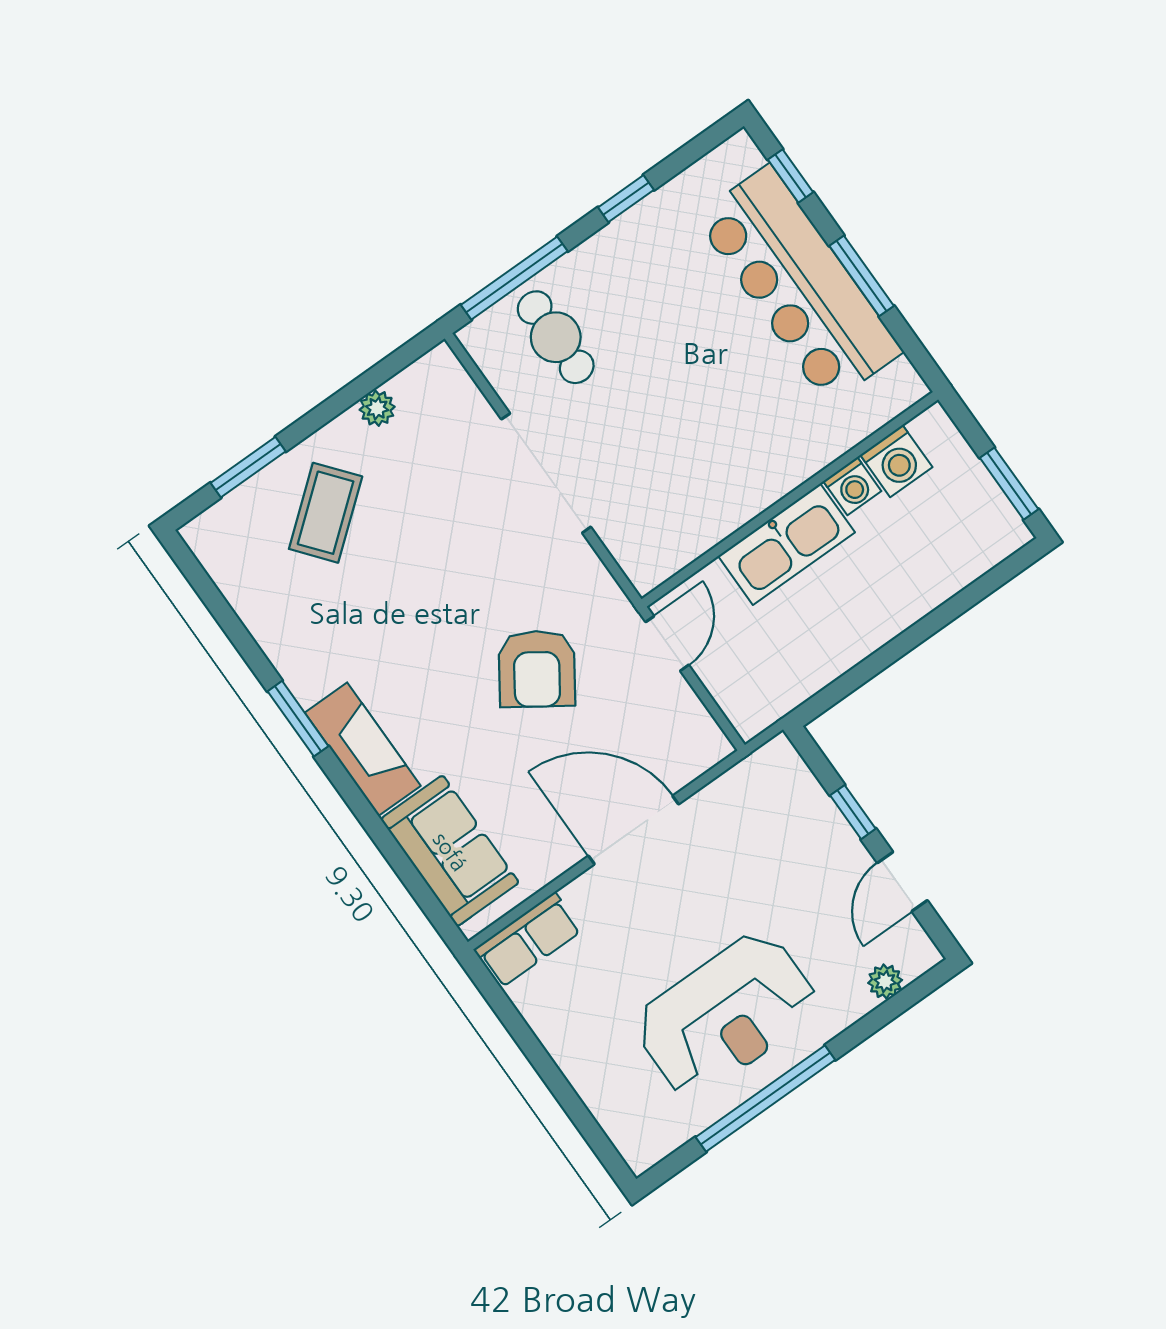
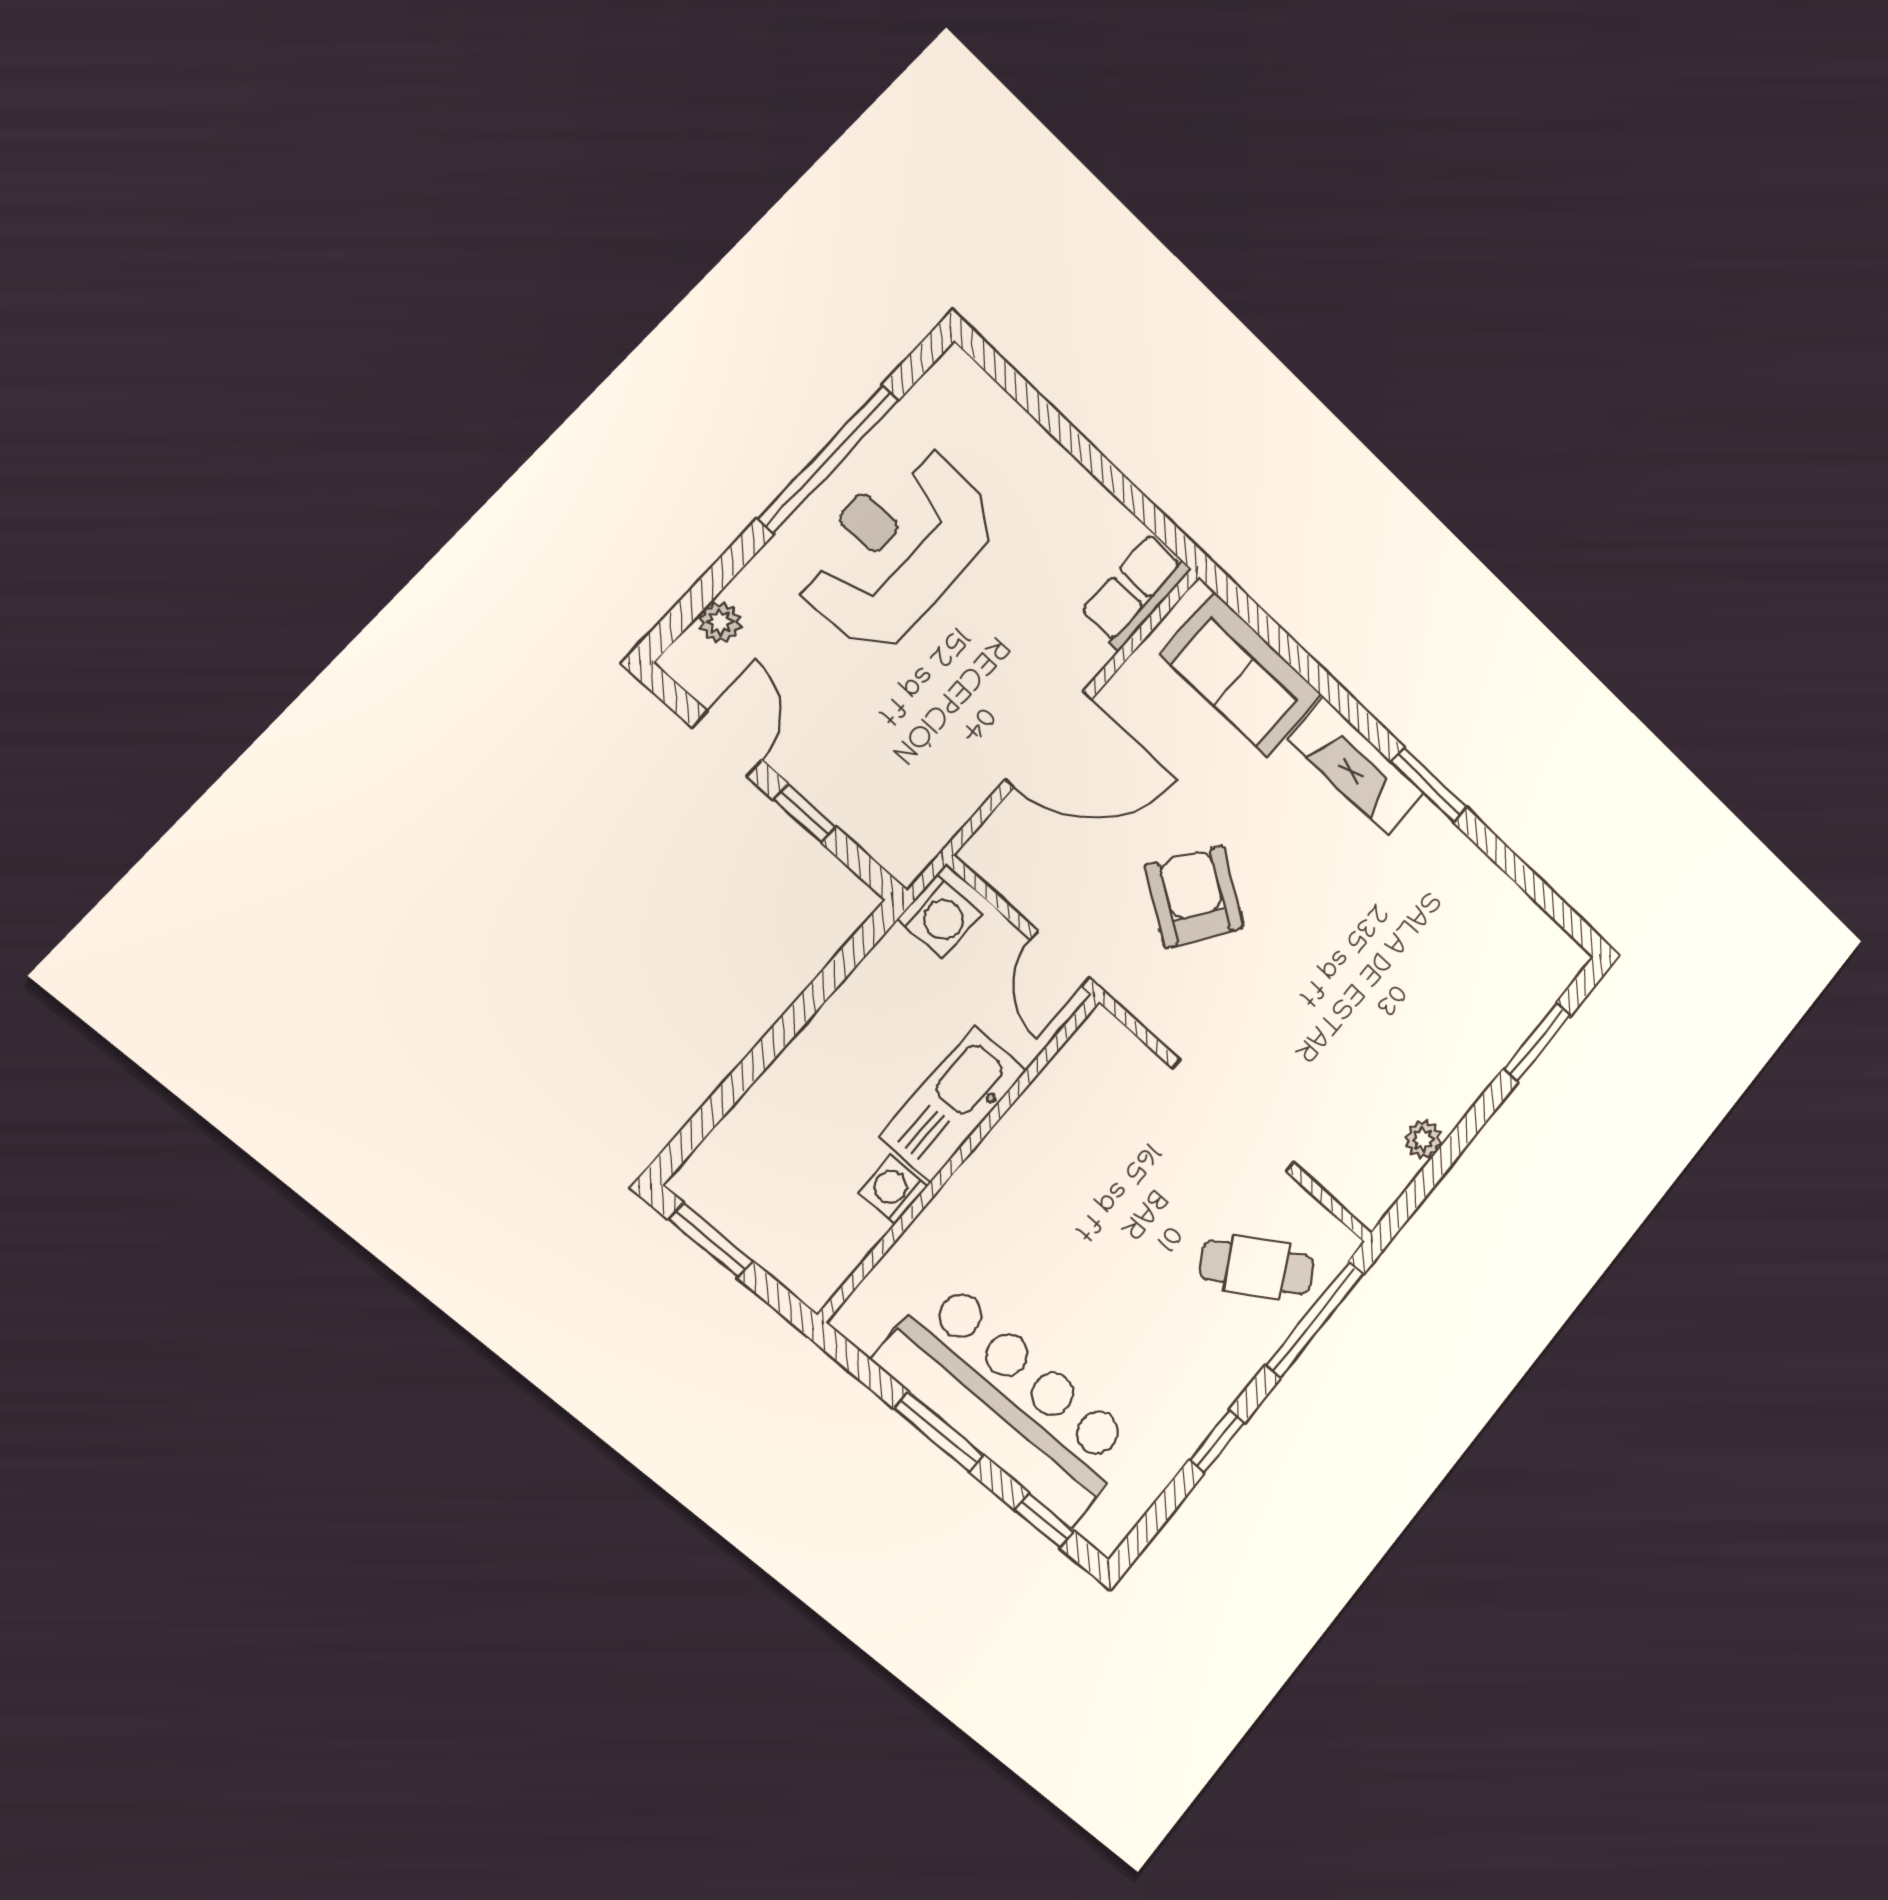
cafe table: (556, 337) -> (1257, 1268), turned -31
washing machine: (896, 461) -> (940, 916), moved, turned 180
coffee table: (326, 513) -> (1450, 1013), removed

